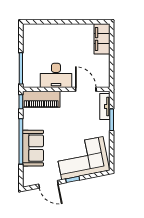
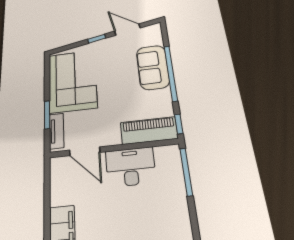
corner sofa: (82, 158) -> (72, 81), moved, turned -79

